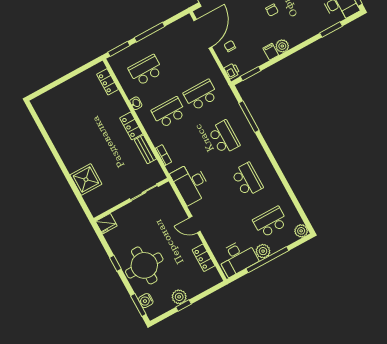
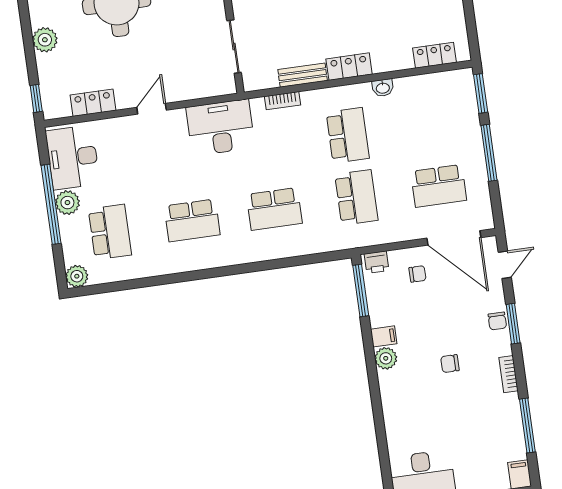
window: (331, 30) -> (383, 447), removed
school desk: (146, 70) -> (439, 186), moved, turned 90
window: (251, 74) -> (361, 290), width x1.44
window: (249, 117) -> (292, 262), removed
window: (184, 306) -> (36, 98), moved

